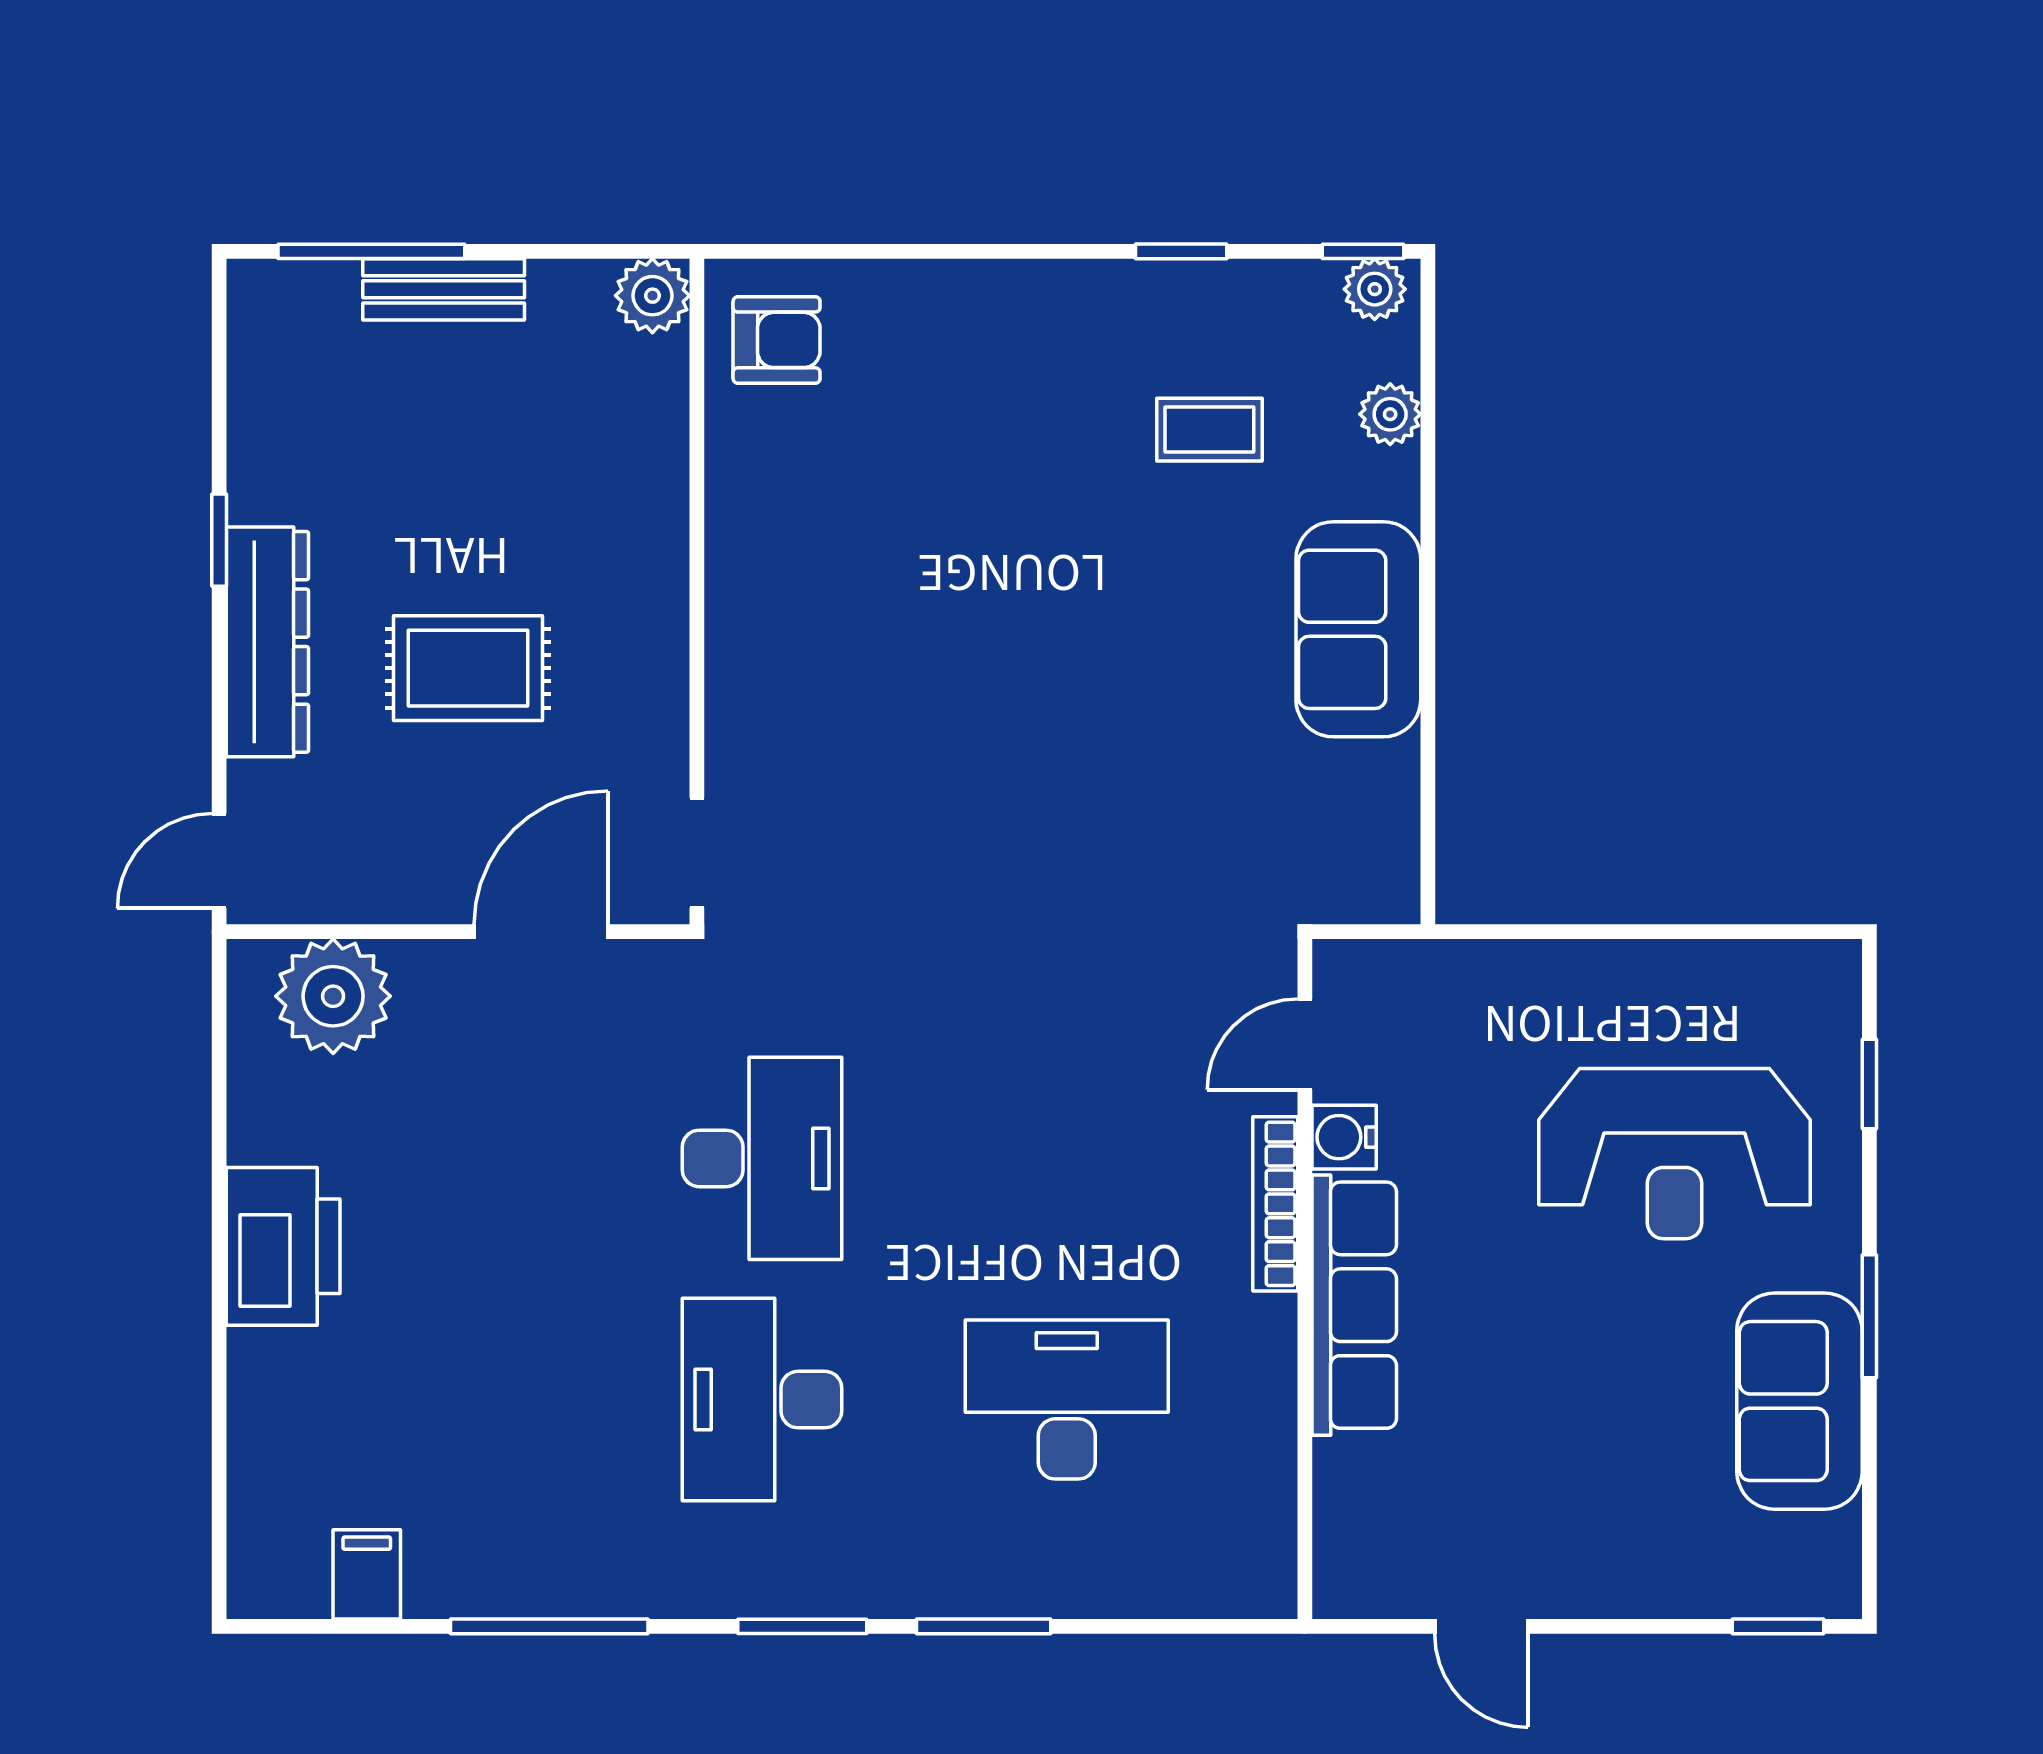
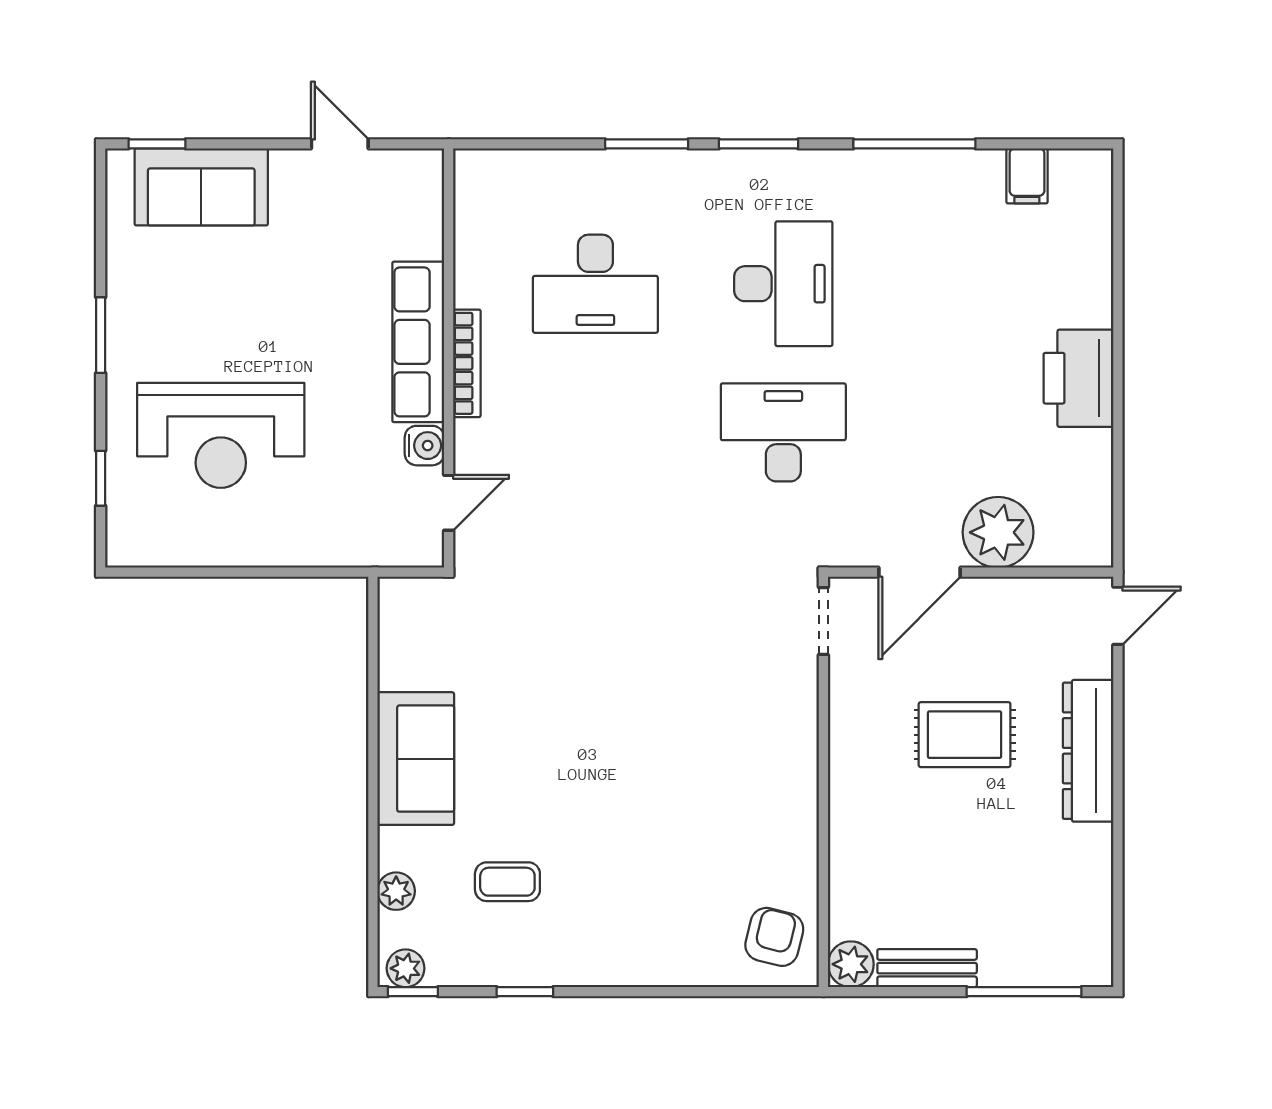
bench: (444, 289) -> (927, 968), moved
armchair: (777, 340) -> (774, 937), turned 104
window: (219, 540) -> (1118, 814), removed
plant: (333, 996) -> (998, 532), moved
reception desk: (1674, 1154) -> (221, 435), turned 180
desk: (762, 1158) -> (783, 432), turned 90
bookcase: (1275, 1204) -> (467, 363), moved
sofa: (1800, 1401) -> (201, 187), moved, turned 90

